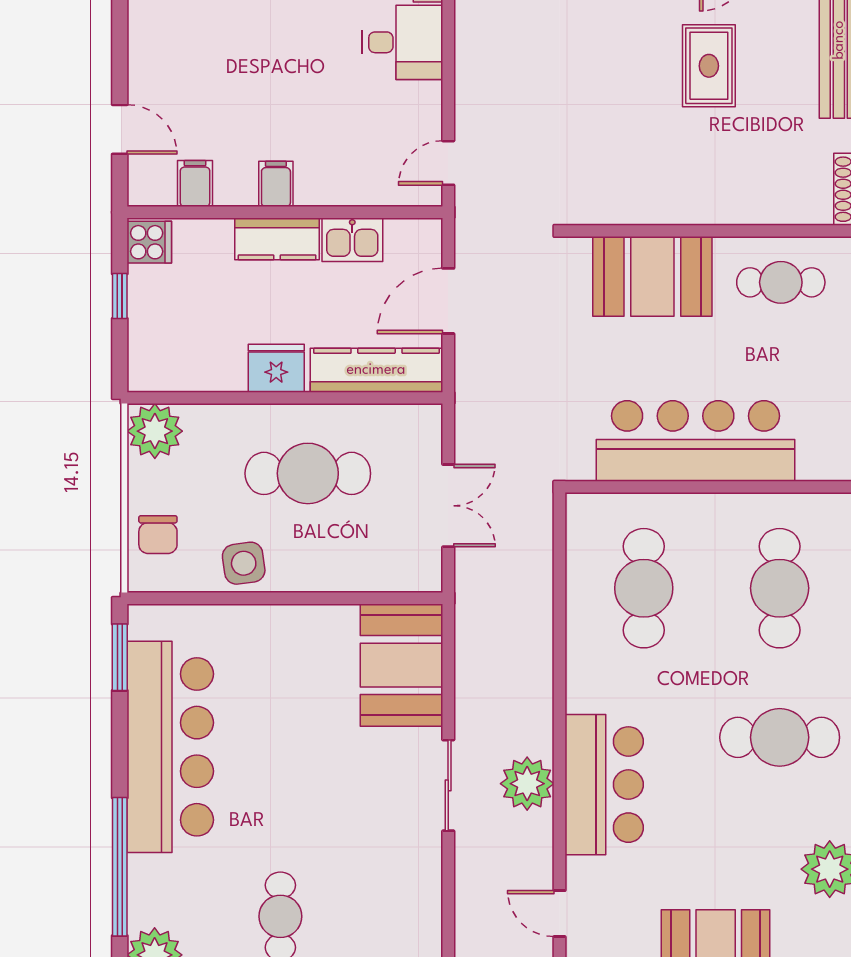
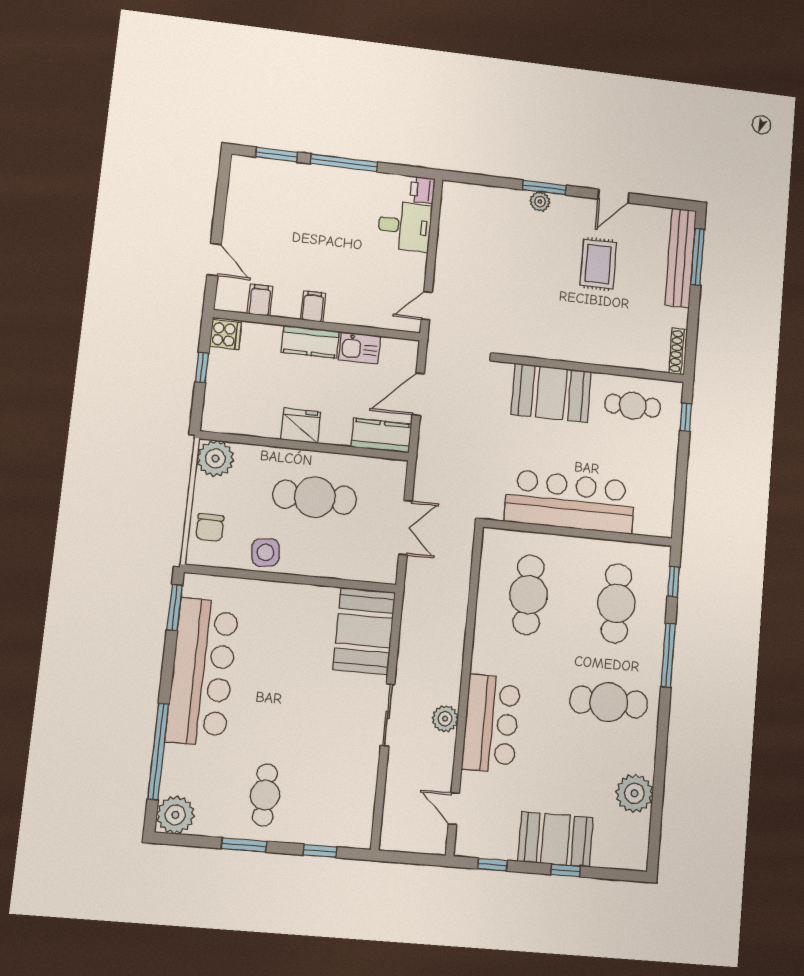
kitchen counter: (376, 370) -> (381, 436), width x0.67
plant: (527, 784) -> (445, 719), width x0.73, depth x0.73

